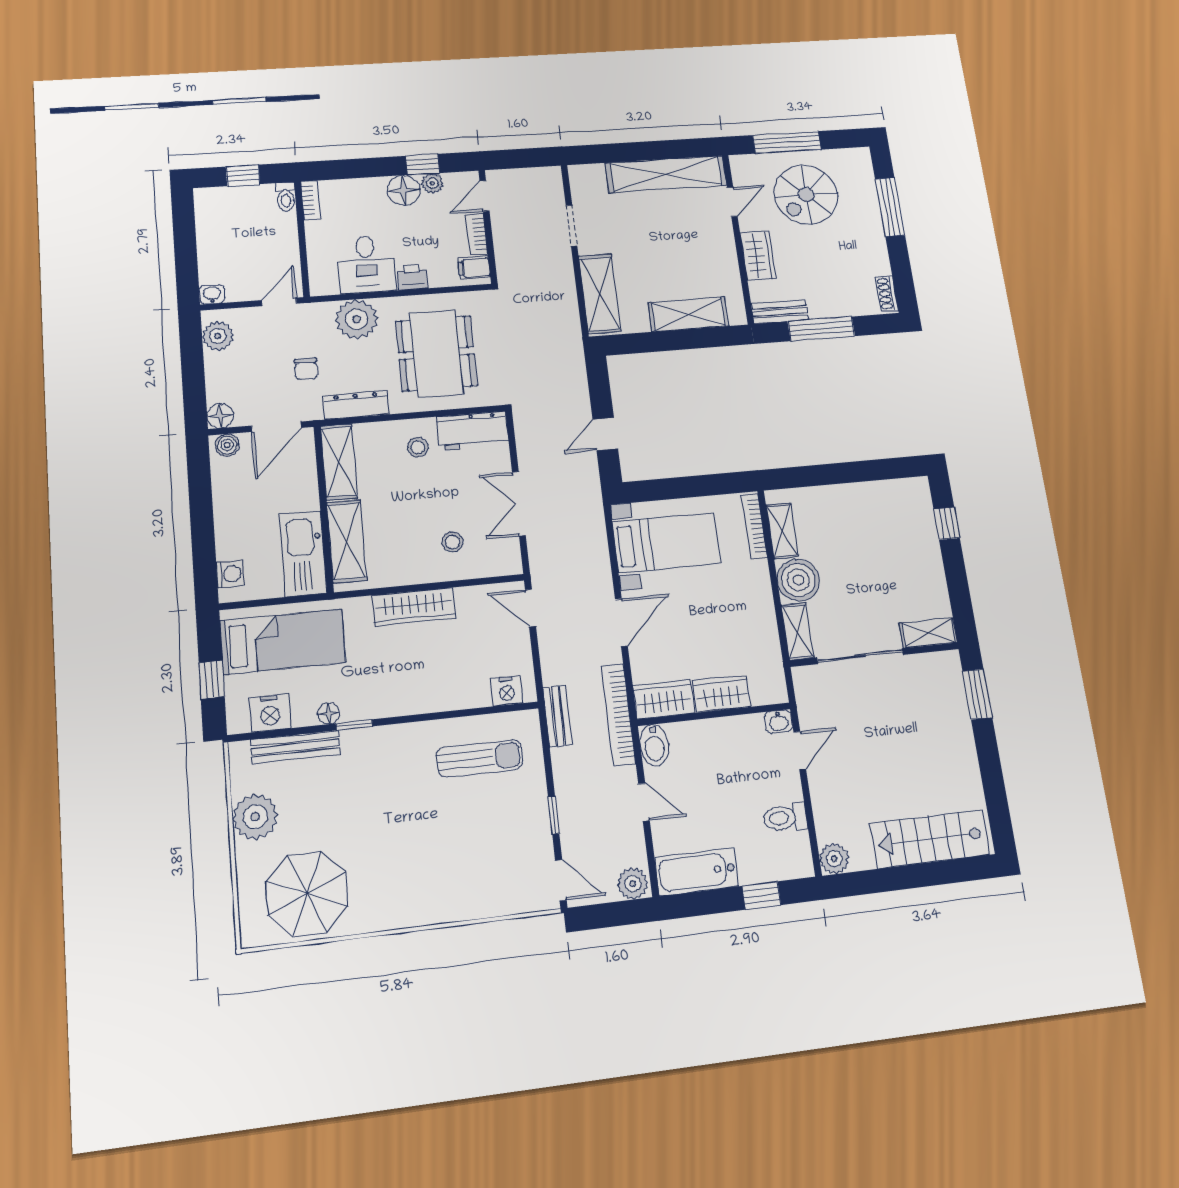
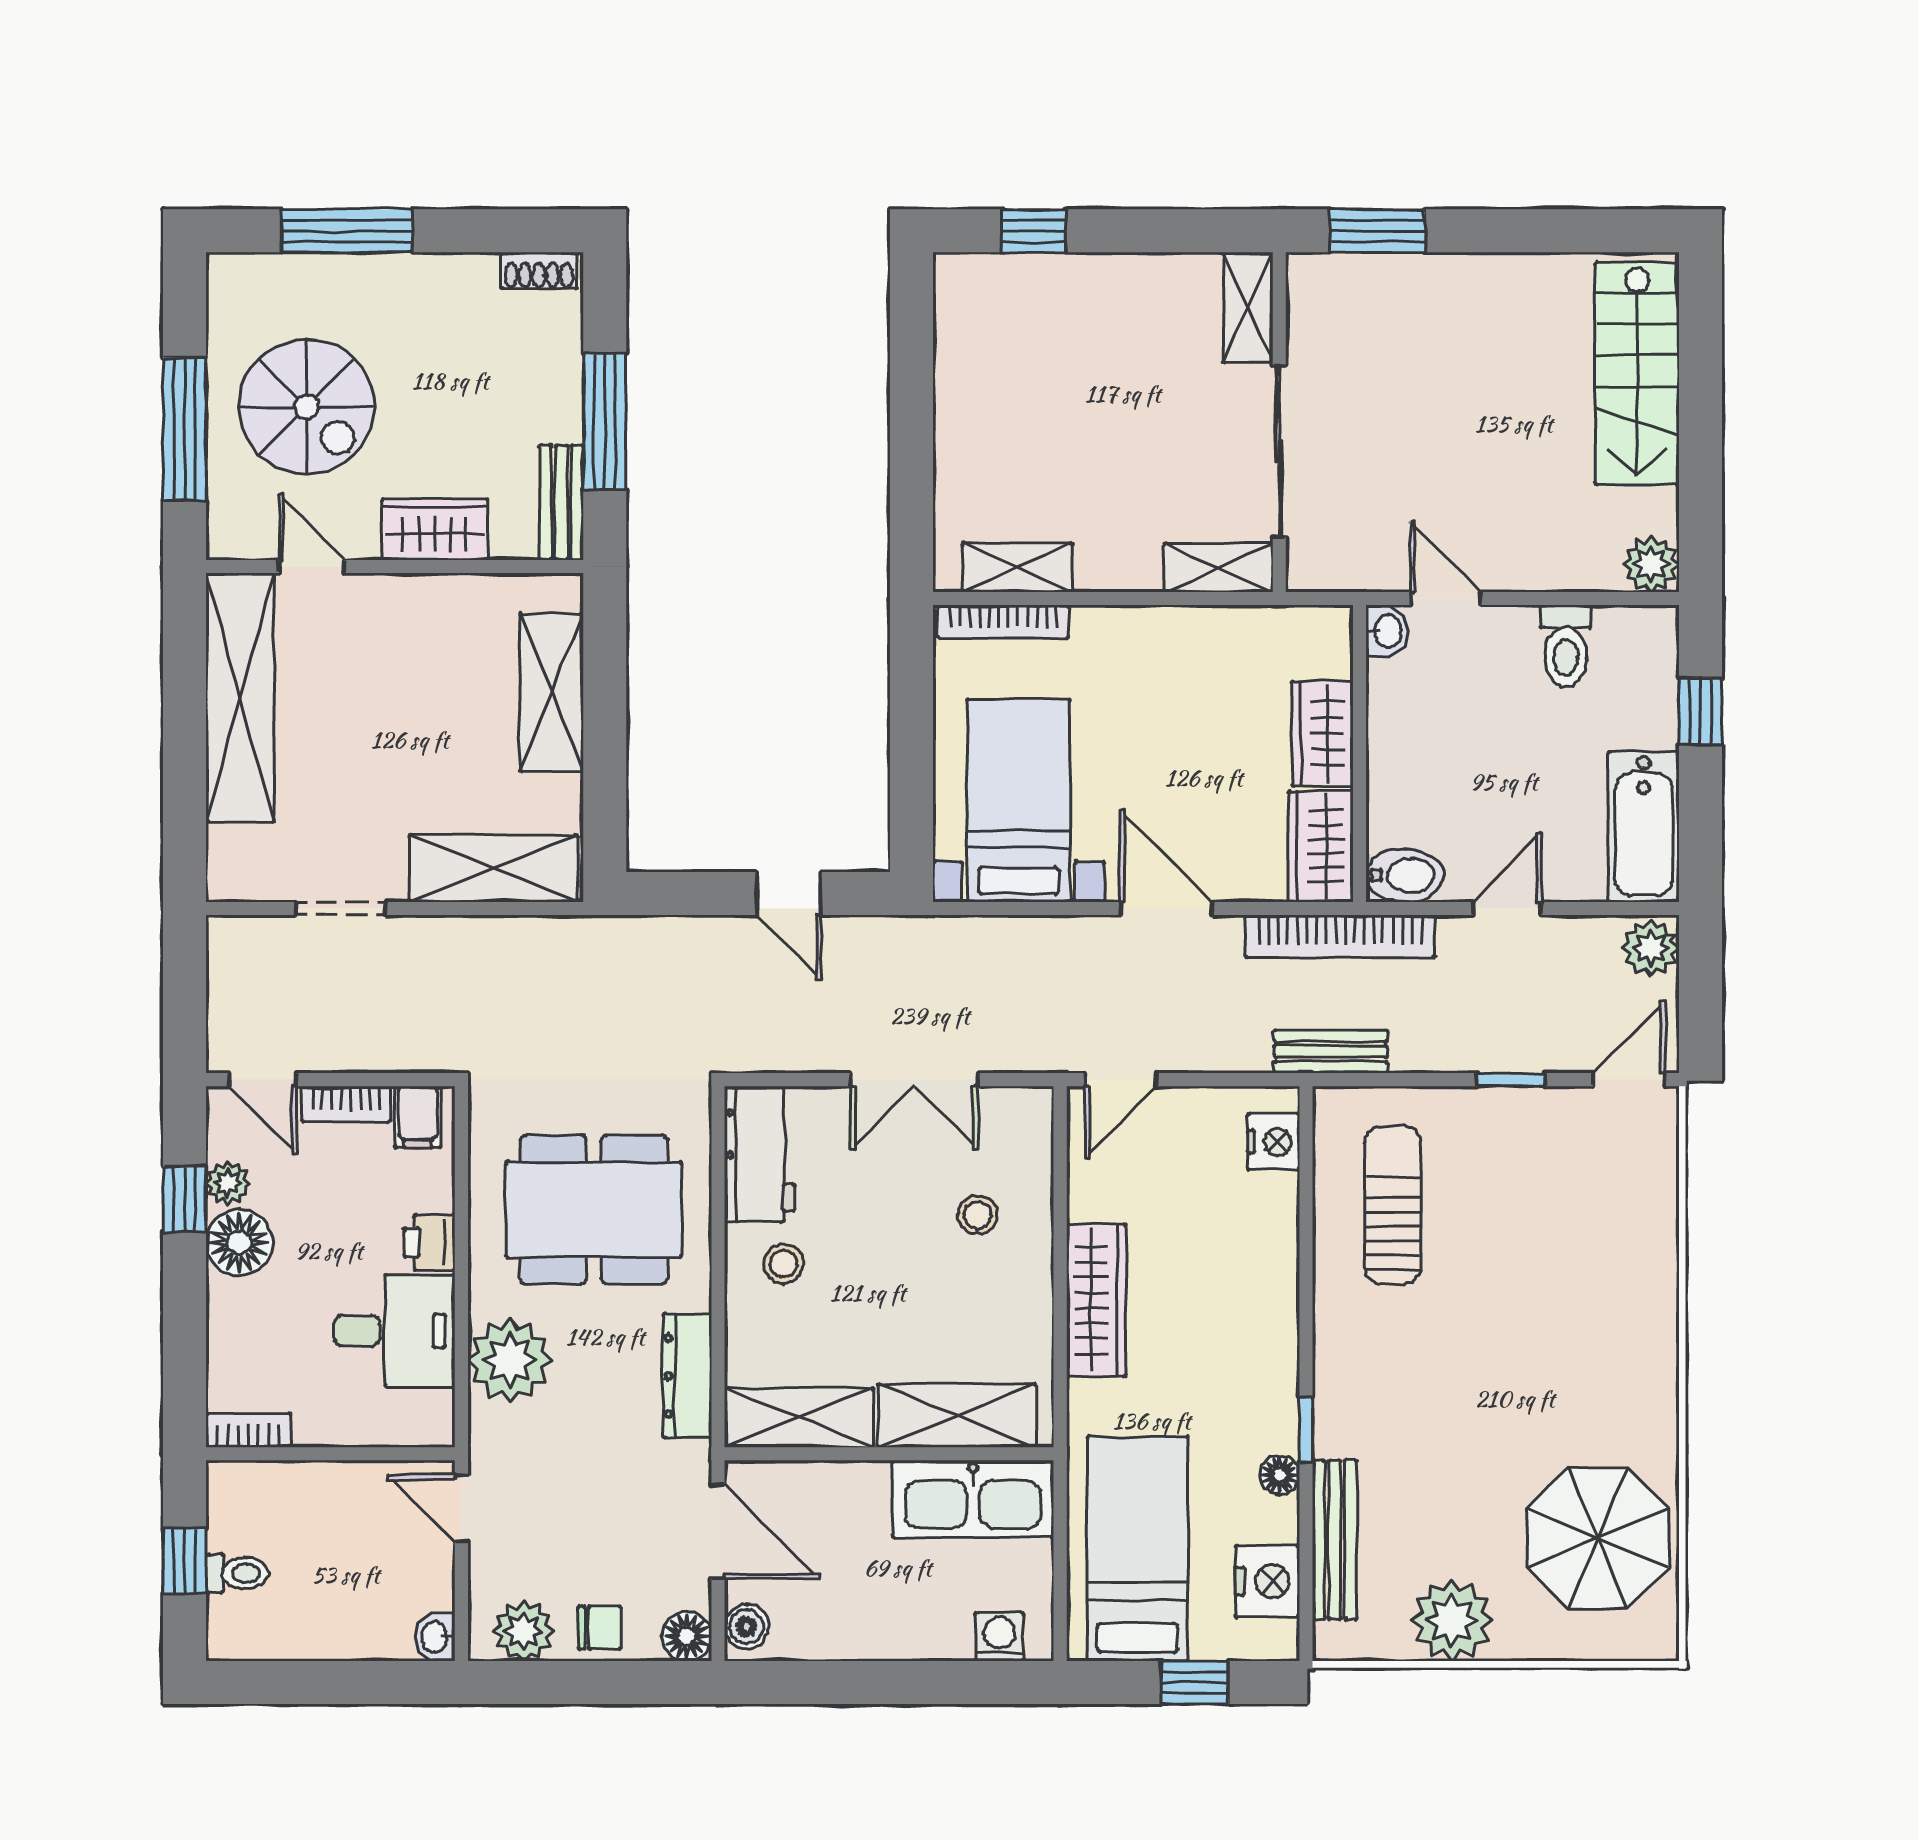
toilet: (286, 197) -> (237, 1573), moved
chair: (306, 369) -> (600, 1628), moved
boiler: (798, 580) -> (1118, 550), removed

